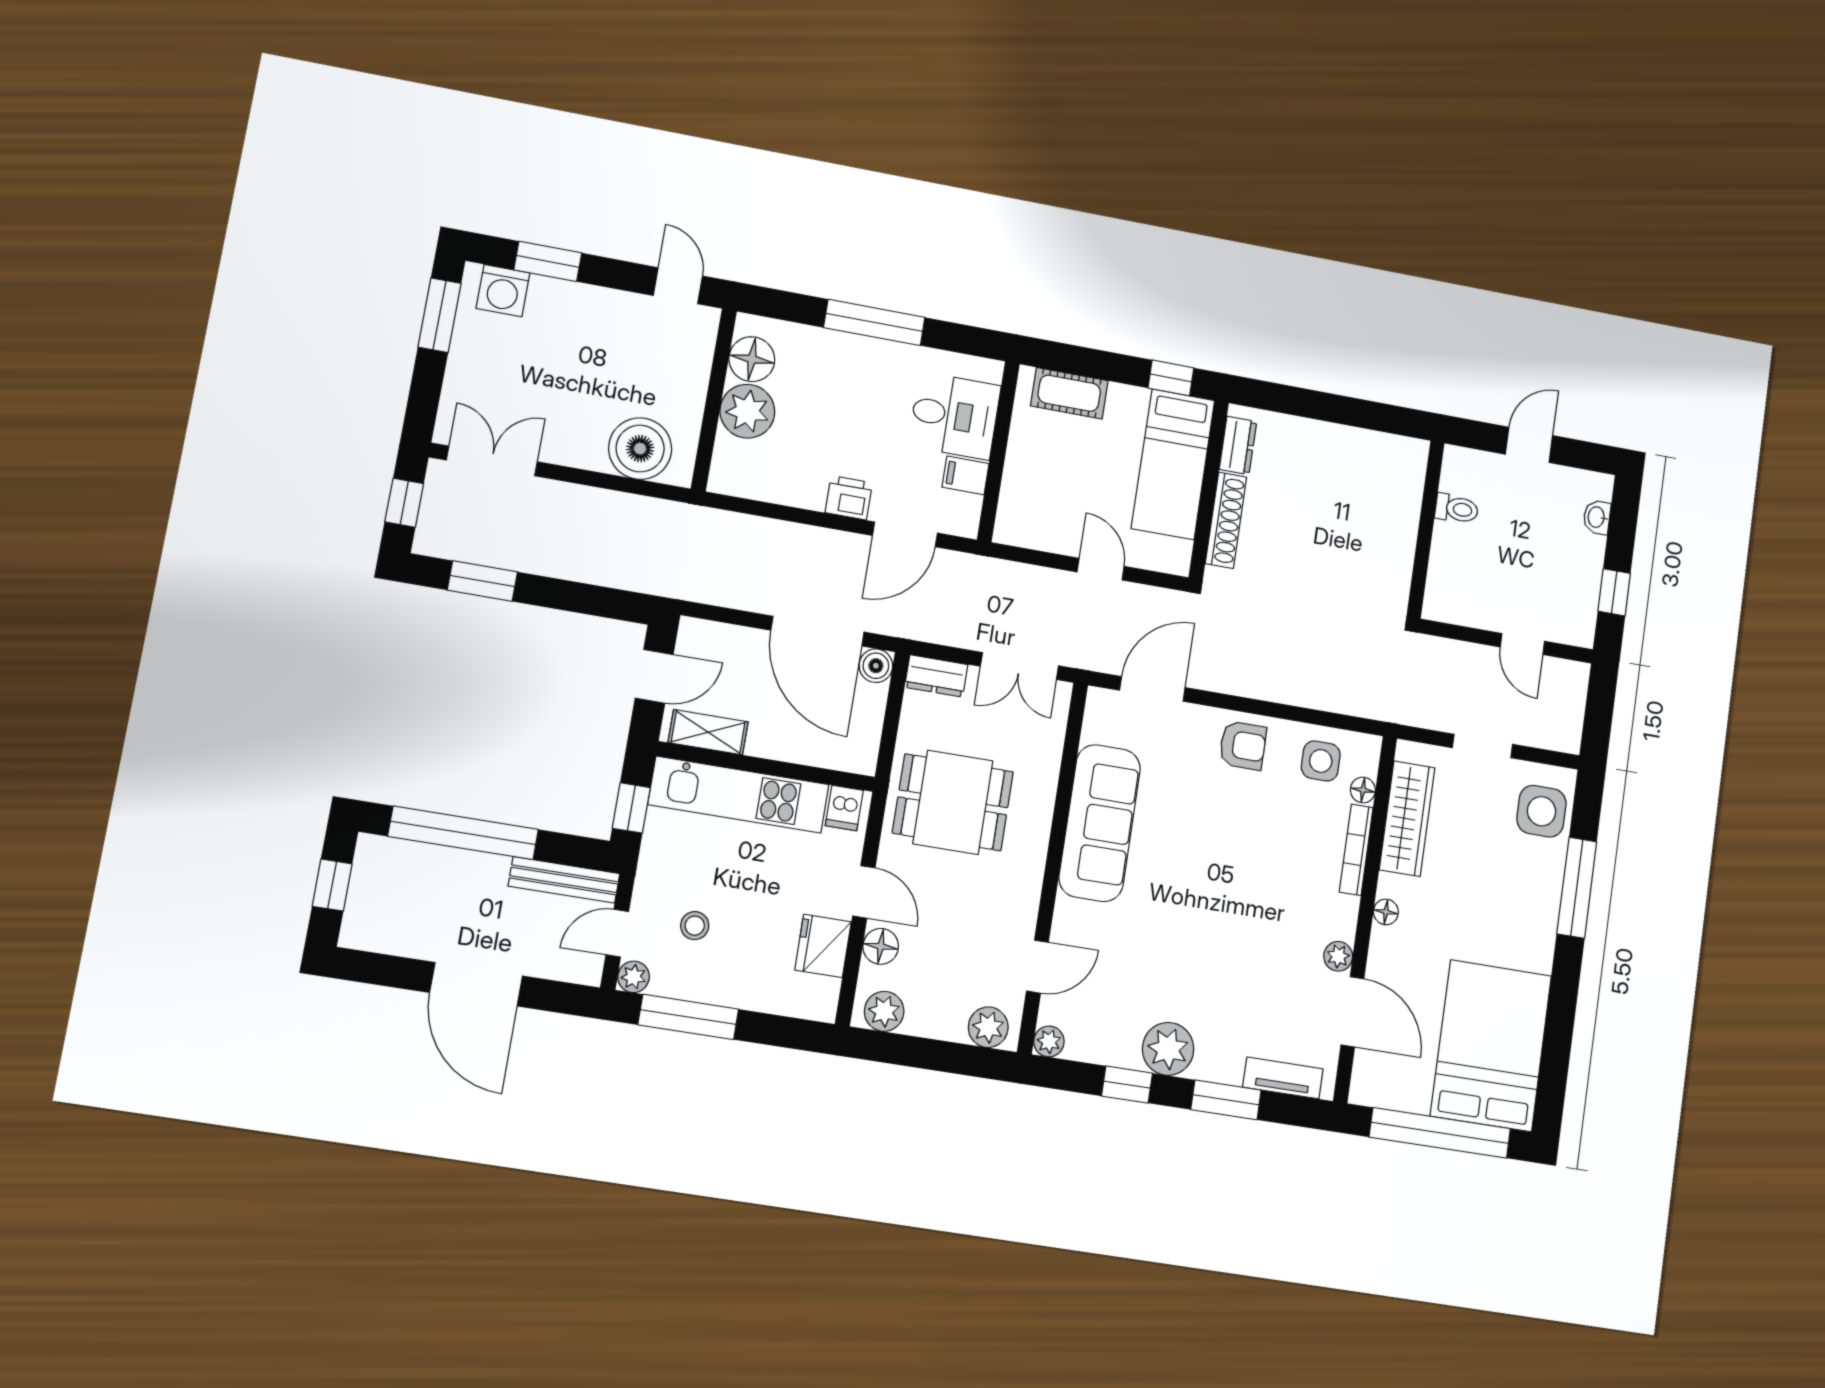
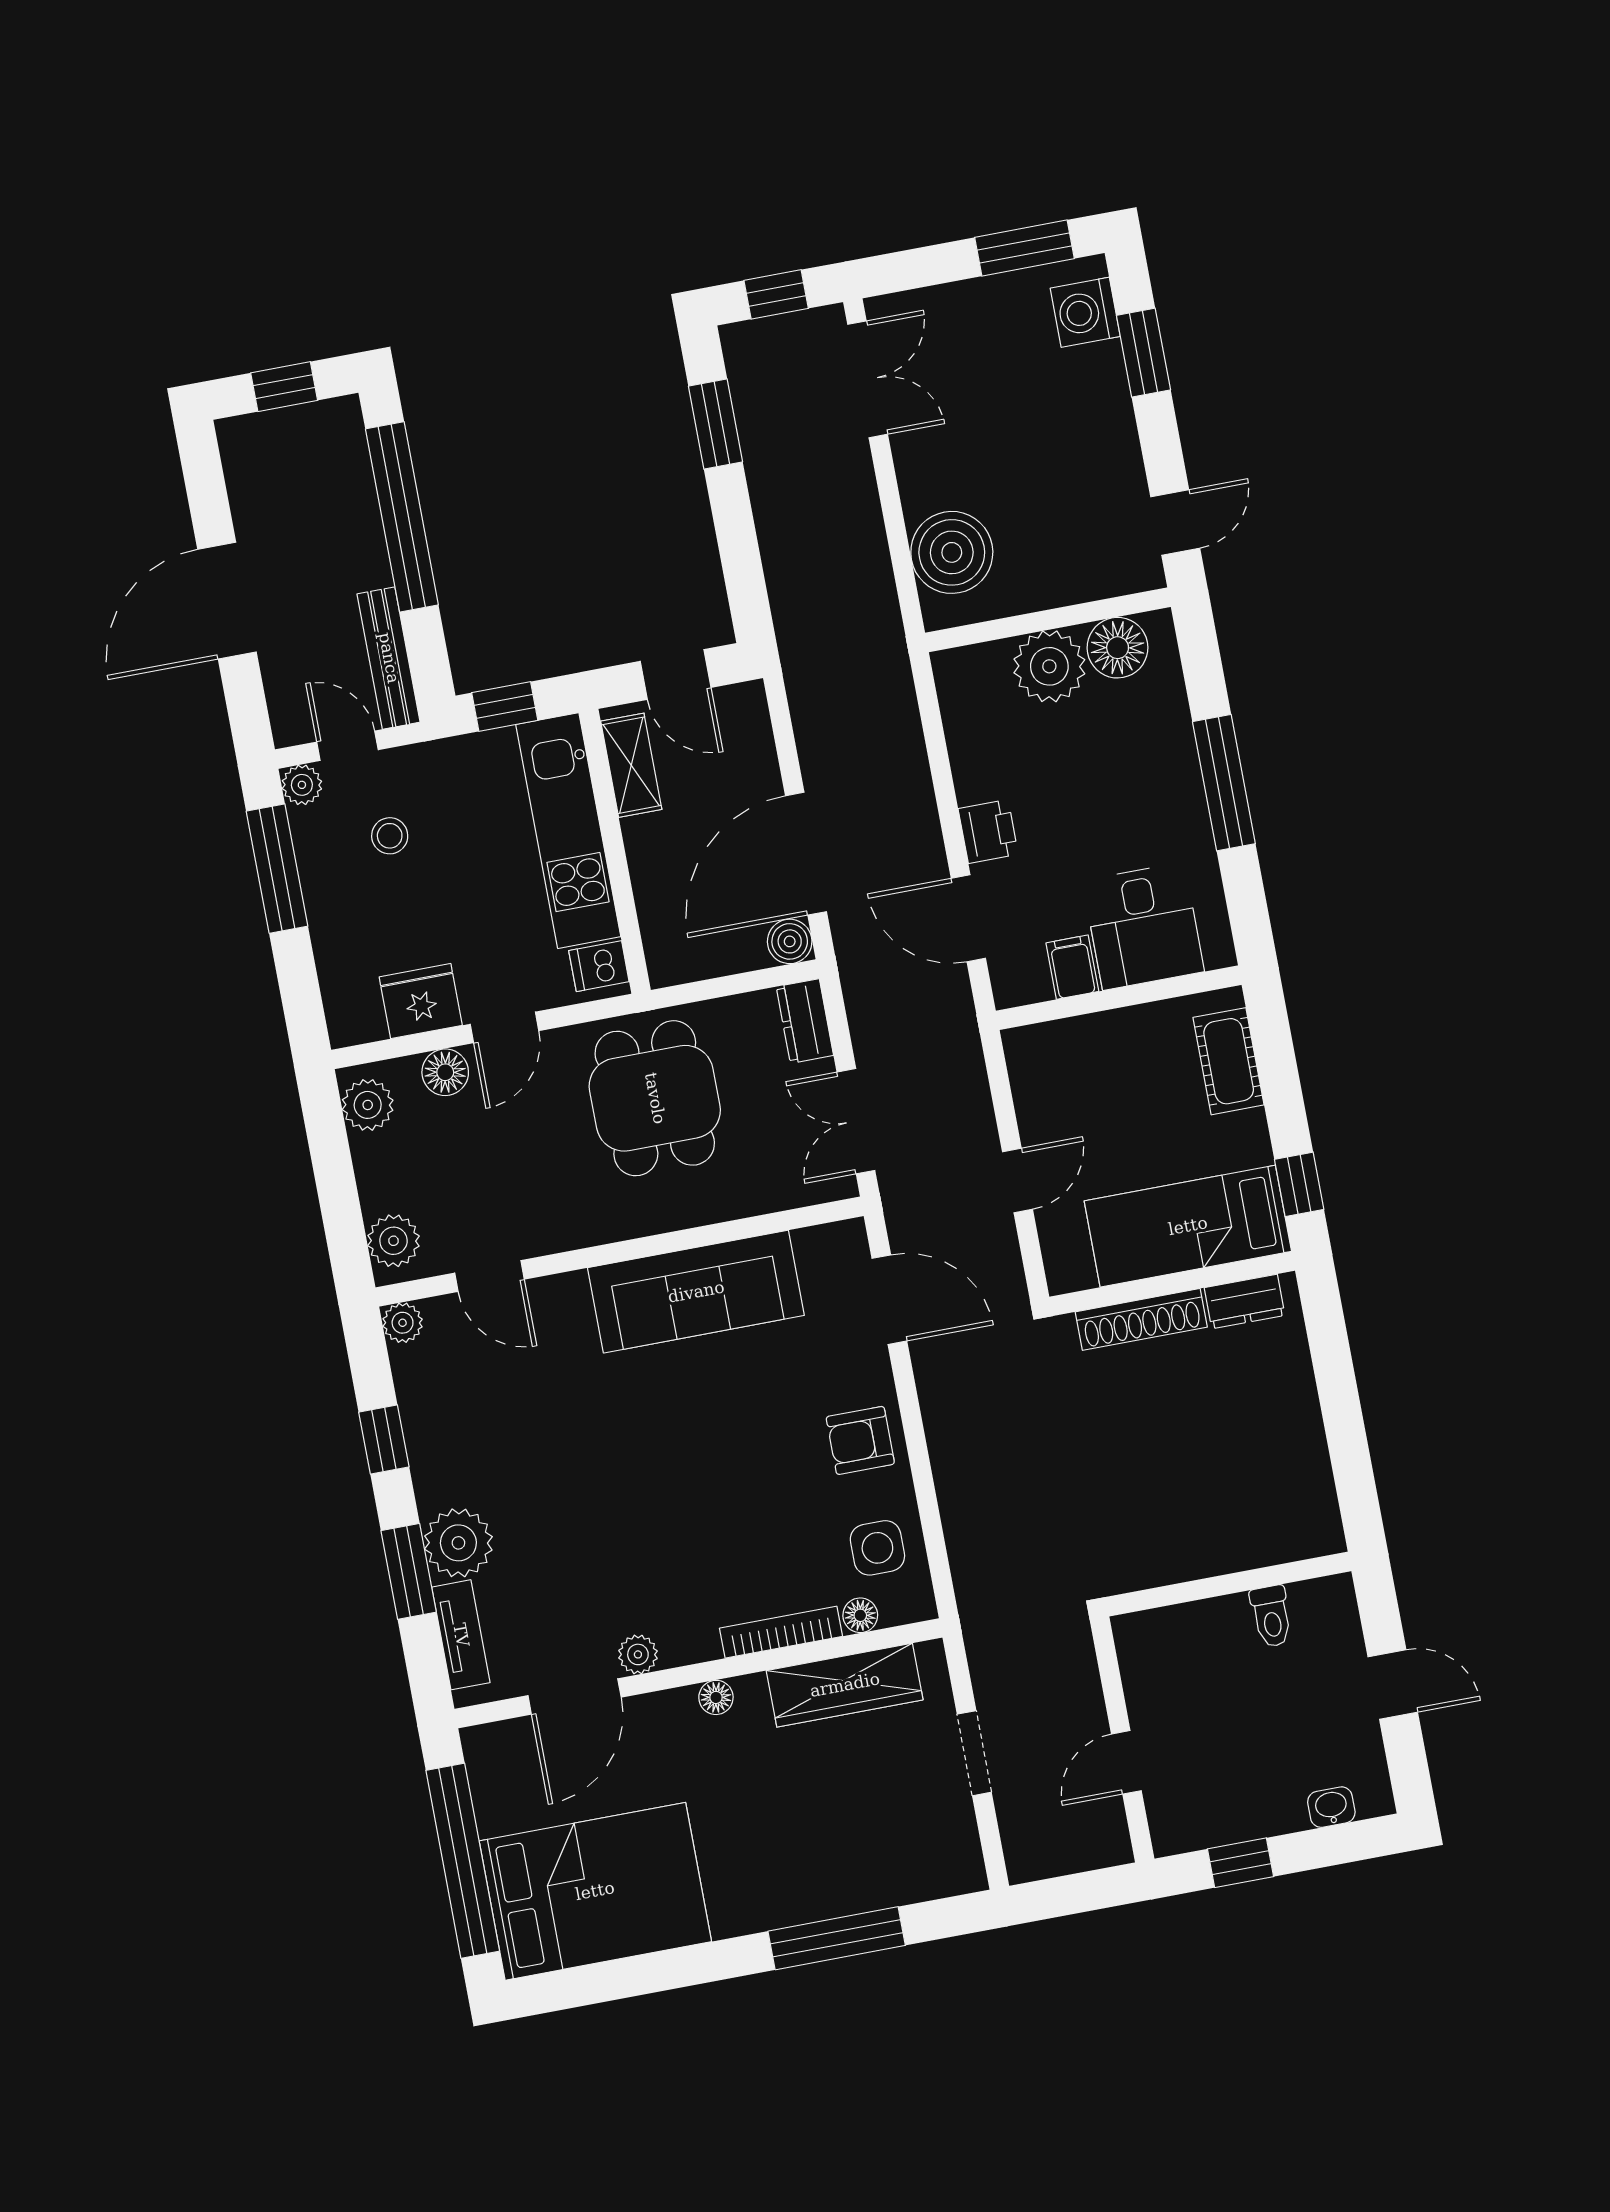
armchair: (1243, 745) -> (860, 1440), turned 90
side table: (1541, 811) -> (918, 1859), removed
plant: (1168, 1049) -> (458, 1543), moved

